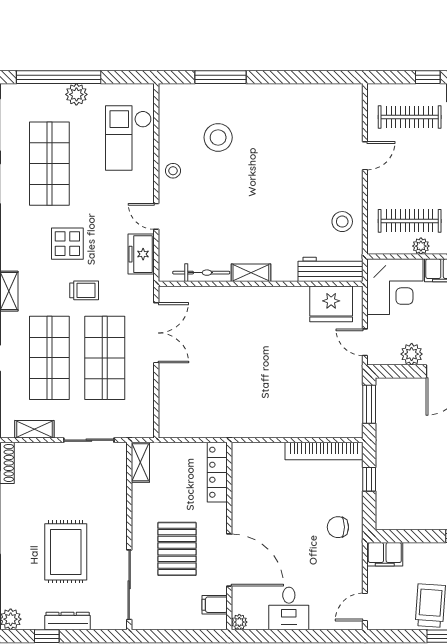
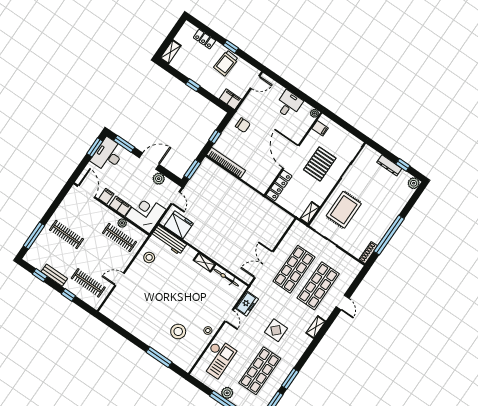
trolley: (84, 290) -> (283, 305), removed
shelving: (34, 429) -> (346, 259), removed
rug: (66, 552) -> (344, 210), moved
door: (229, 560) -> (291, 157), moved

